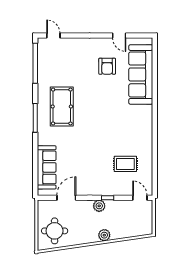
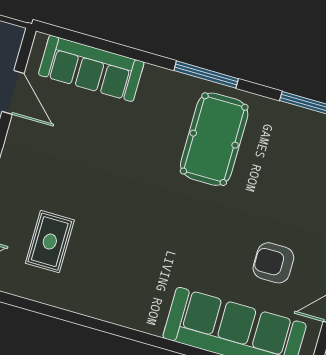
pool table: (62, 107) -> (214, 139), turned 90

